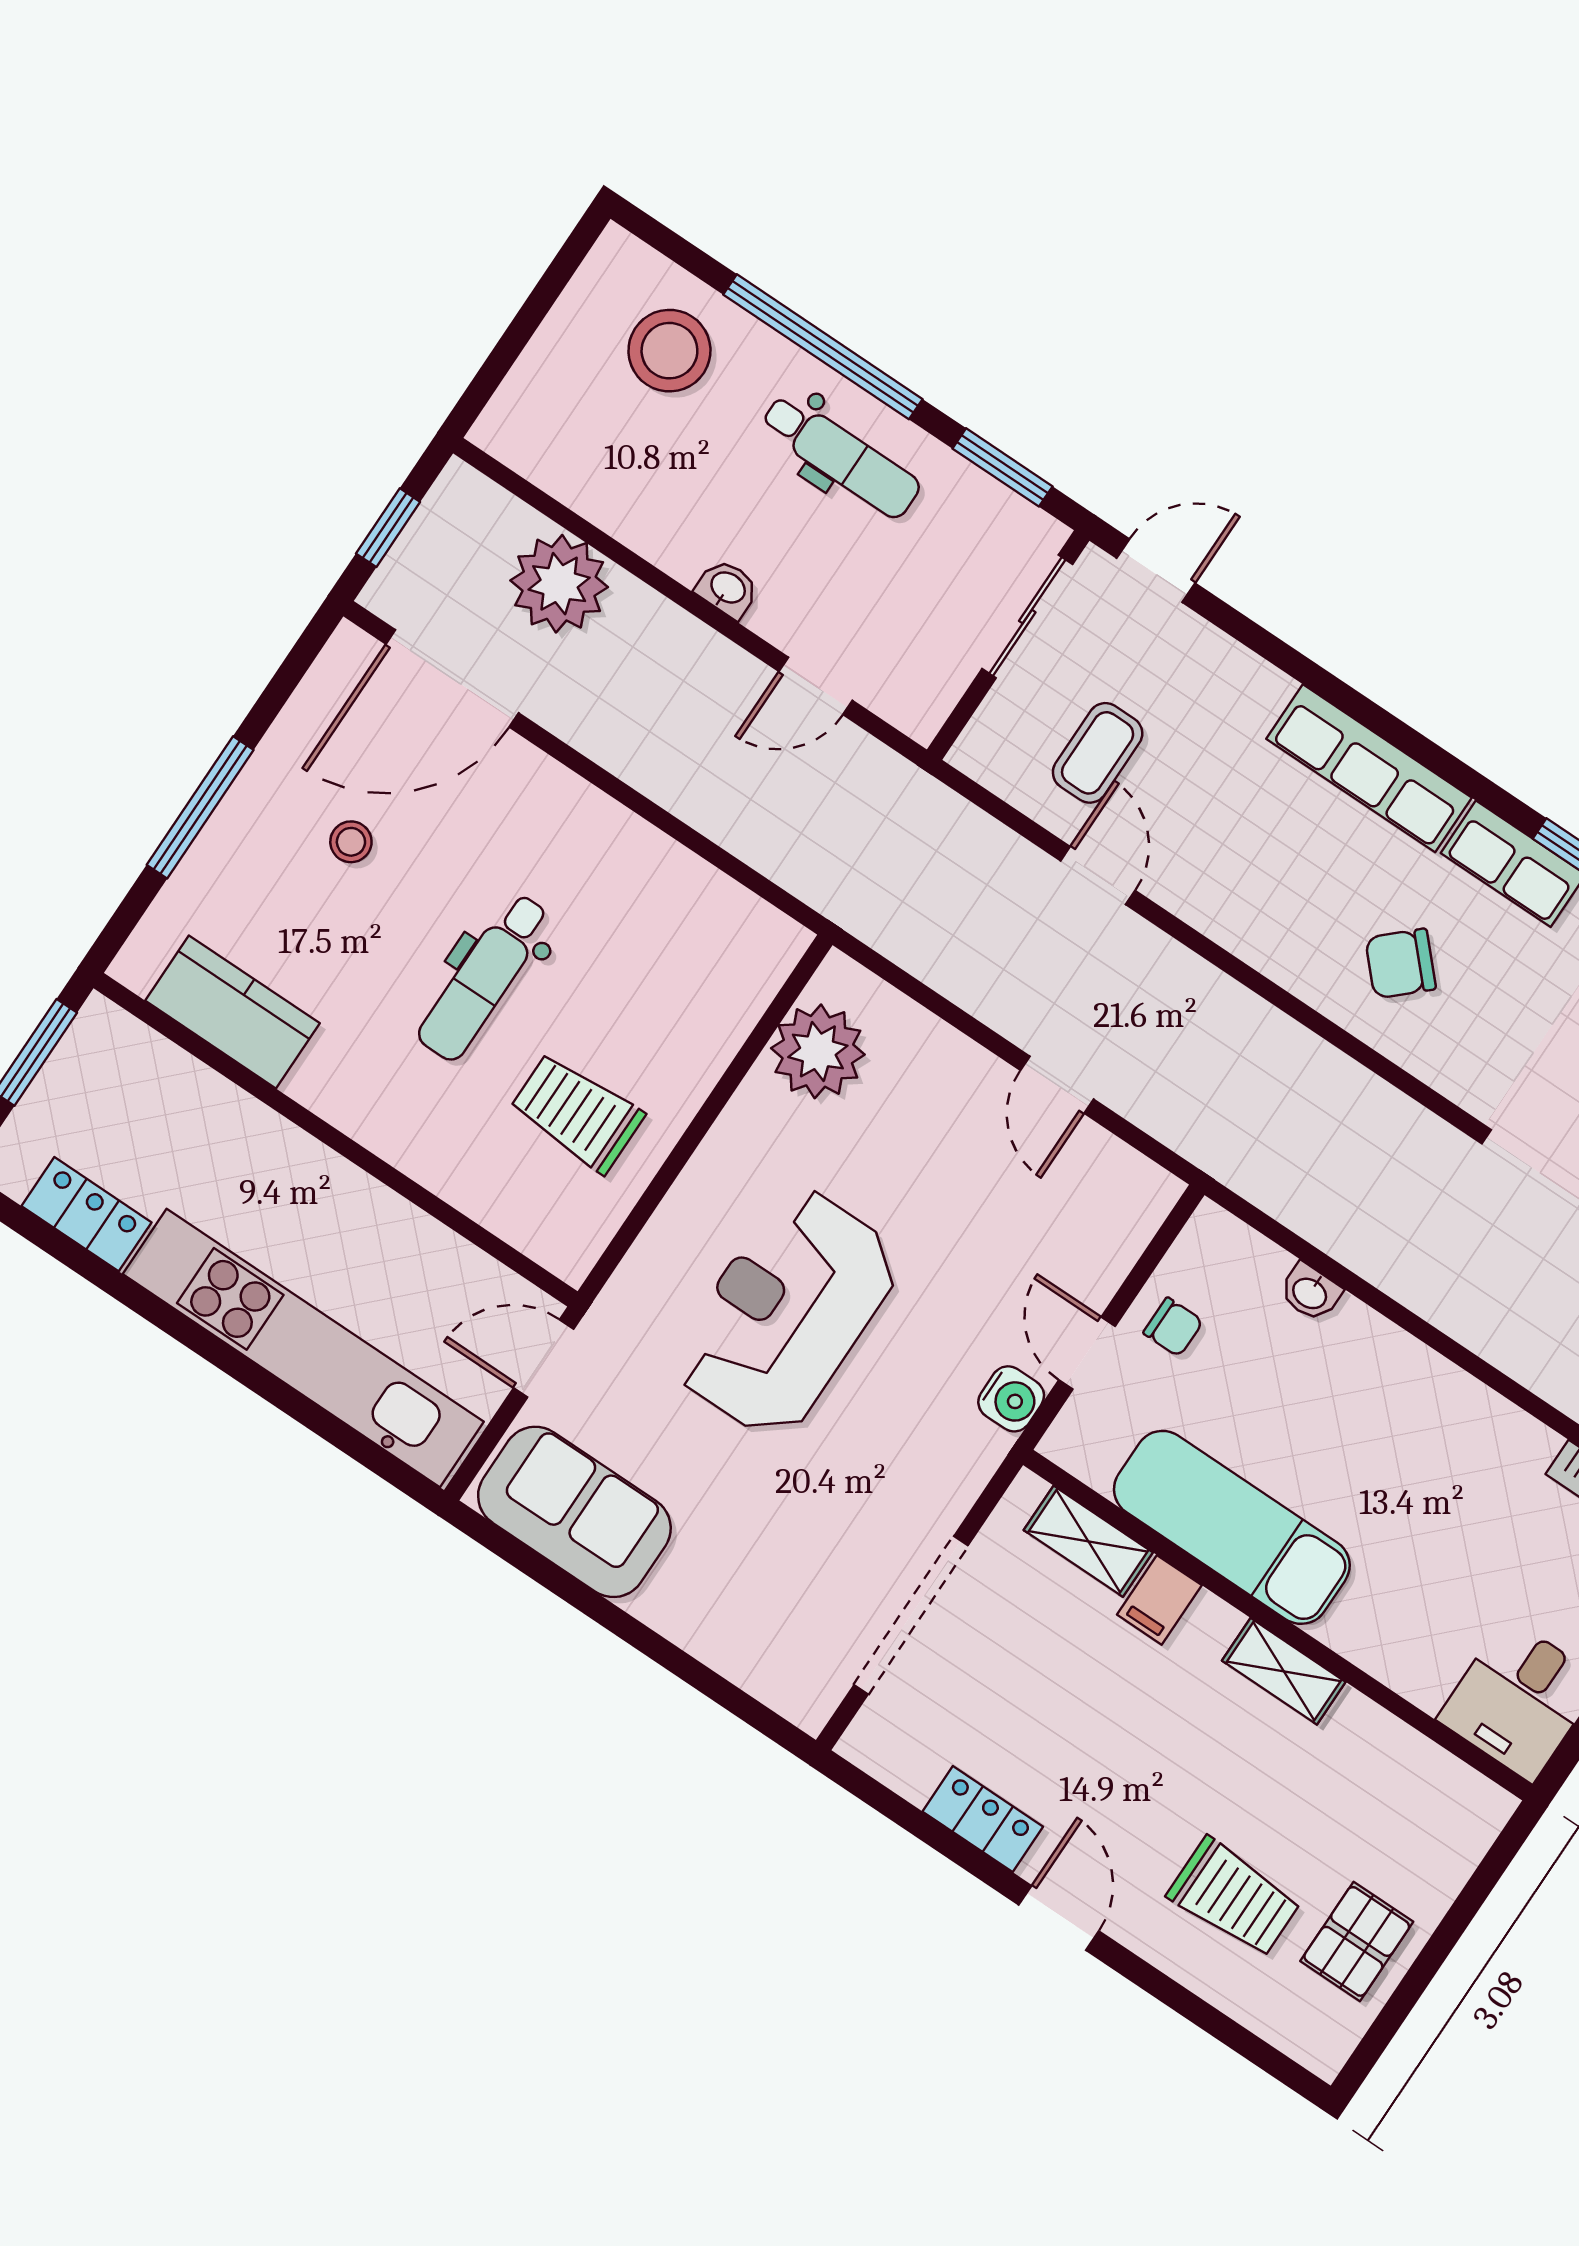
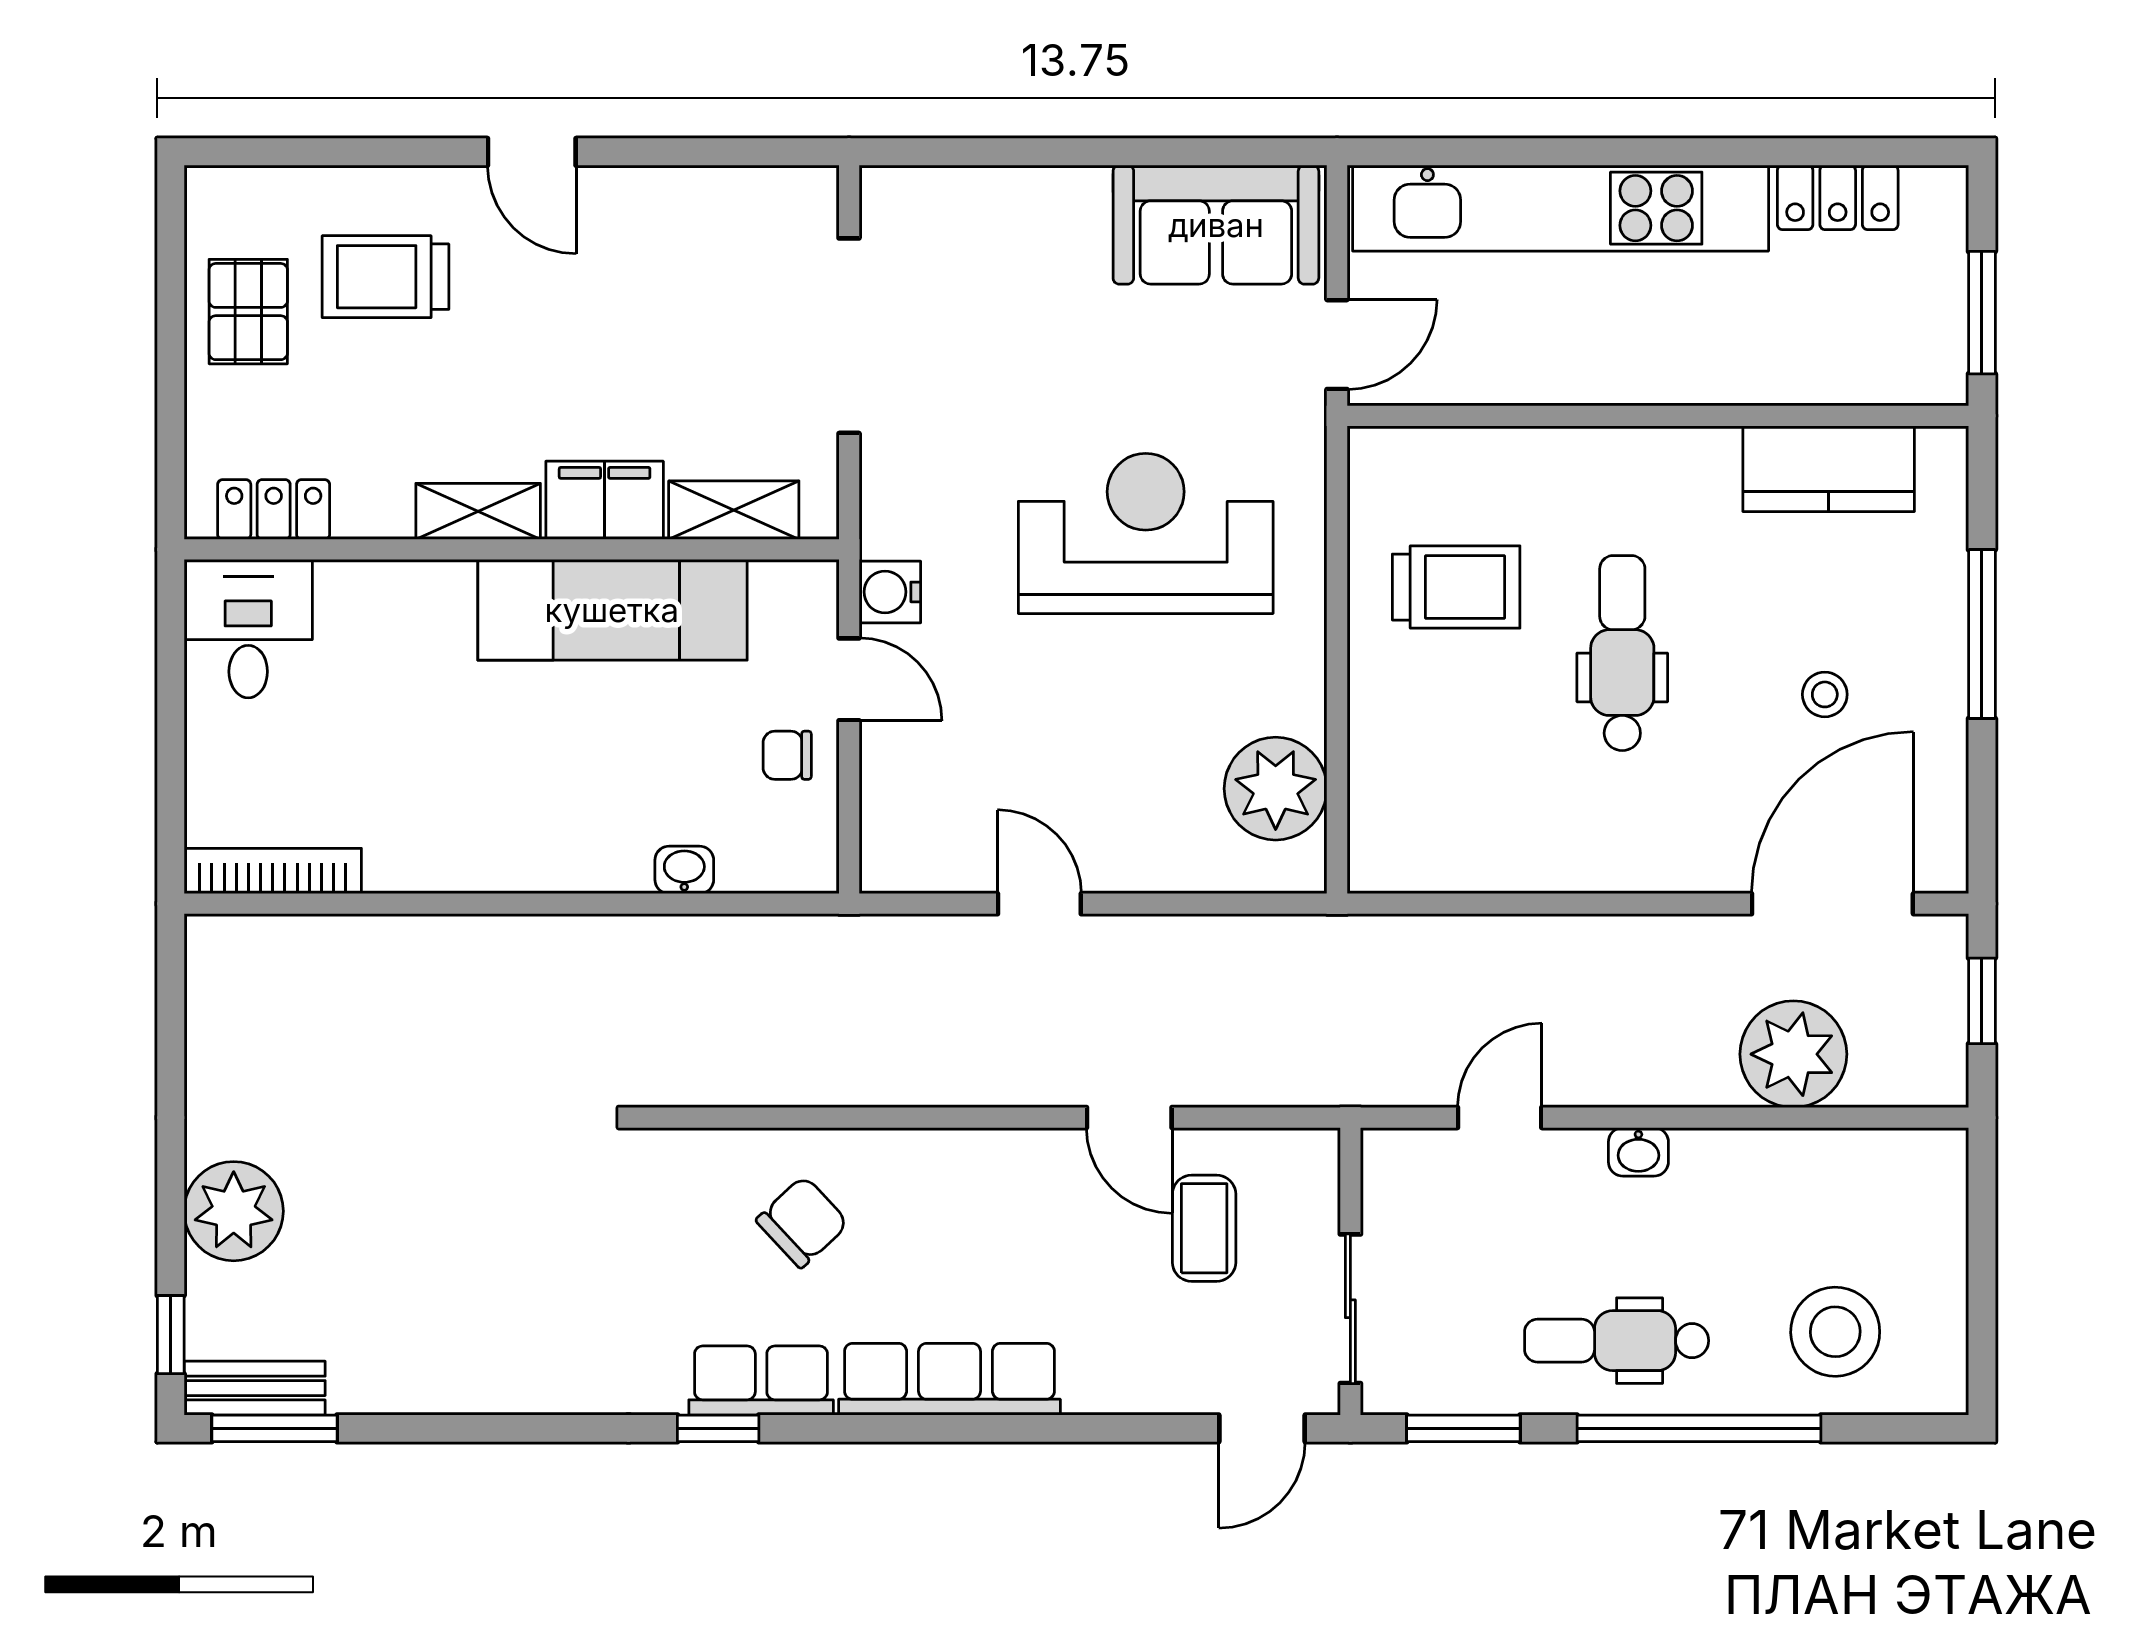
reception desk: (786, 1312) -> (1146, 533), turned -90
filing cabinet: (1159, 1600) -> (605, 500), width x2.00
locker: (983, 1819) -> (274, 510), moved, turned 180

